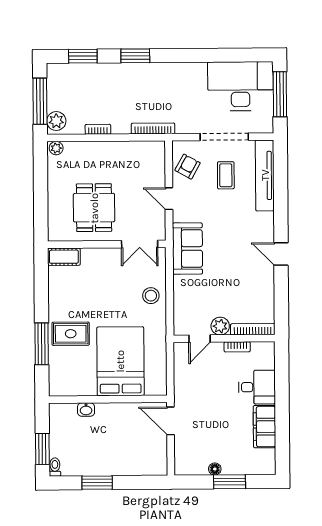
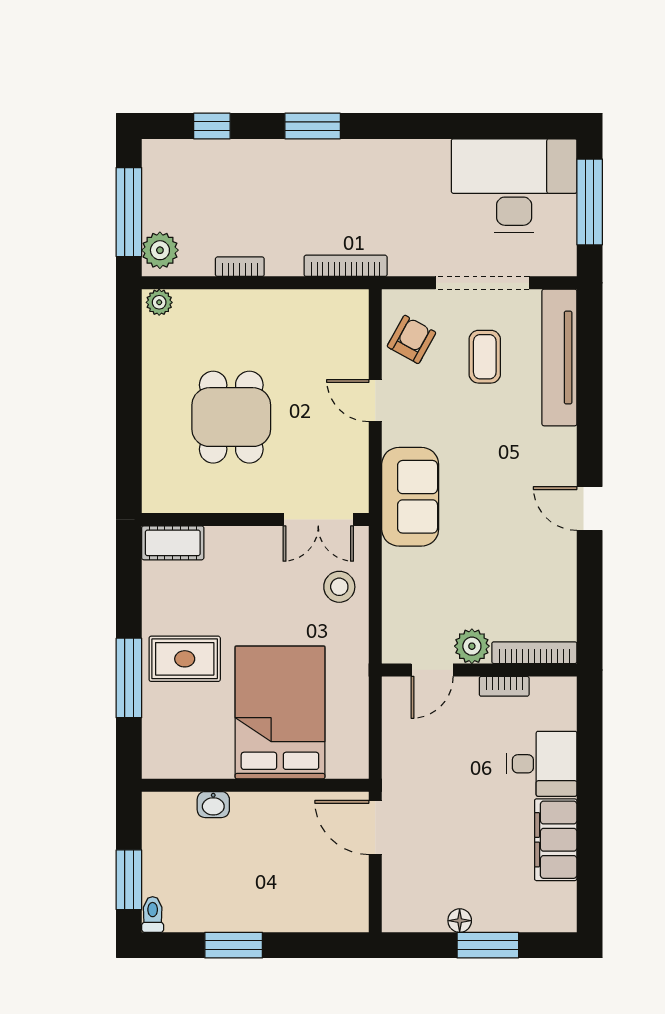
window: (83, 56) -> (212, 126), width x0.67
wall: (107, 244) -> (255, 520), moved
double door: (140, 244) -> (318, 520), moved
cot: (64, 257) -> (173, 543), moved

